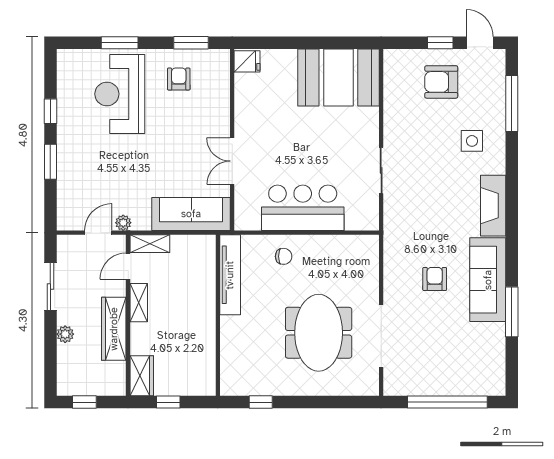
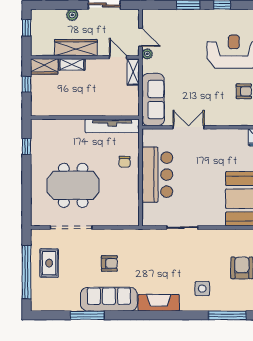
shelving: (139, 303) -> (72, 64), moved
rug: (434, 368) -> (49, 263), added

